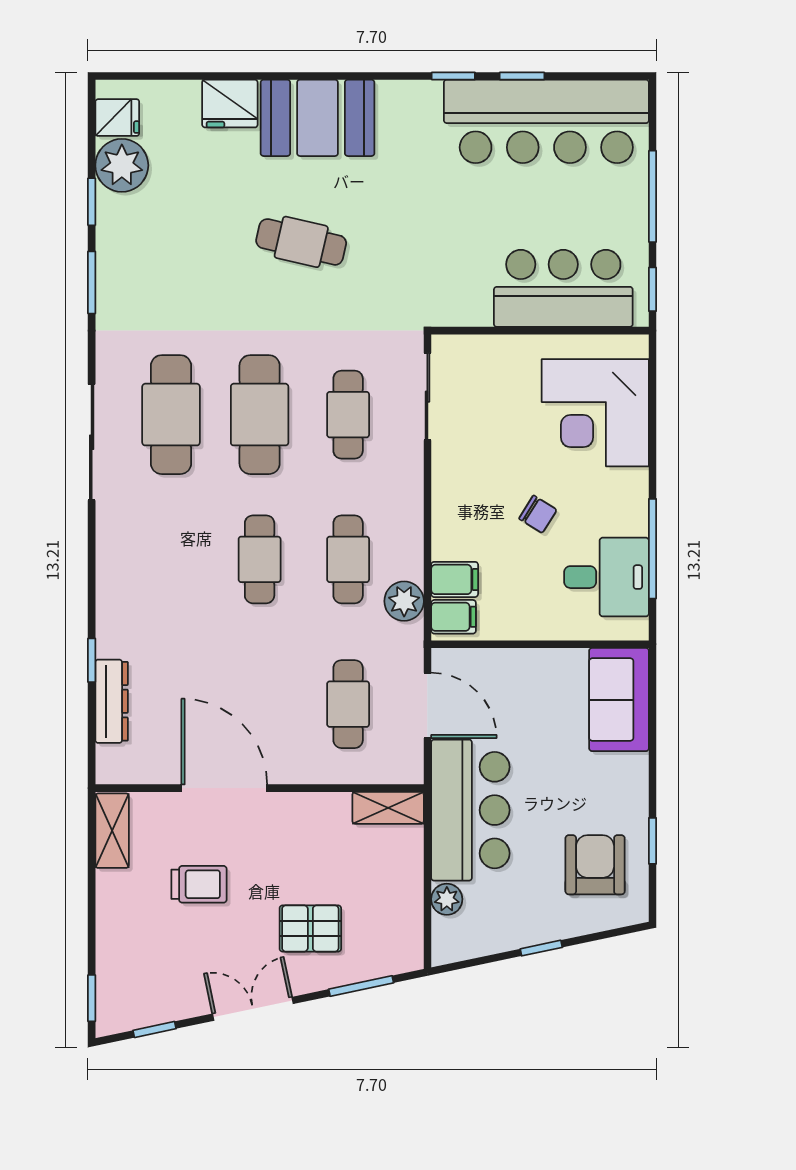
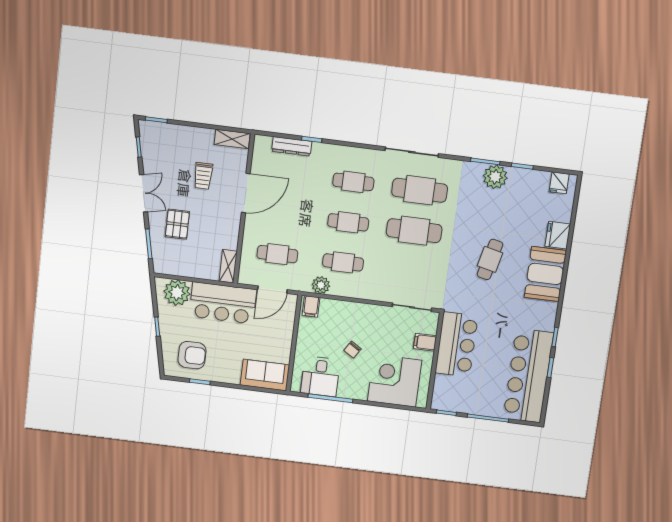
plant: (122, 165) -> (495, 177), moved
bar counter: (563, 288) -> (457, 344), moved
cafe table: (348, 415) -> (353, 182), moved
filing cabinet: (455, 579) -> (425, 342), moved, turned 90
plant: (447, 899) -> (177, 293), width x1.87, depth x1.87

